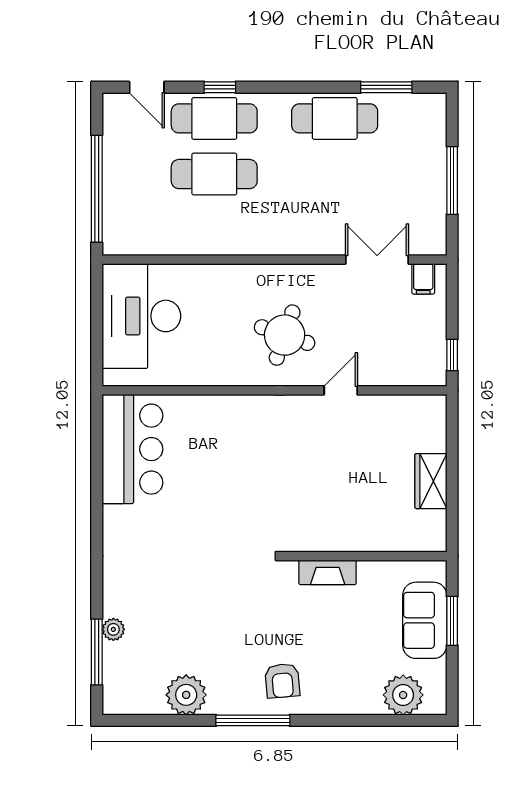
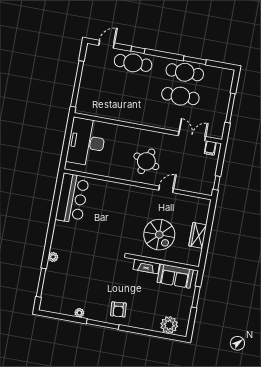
door: (147, 87) -> (107, 44), swing flipped
window: (386, 87) -> (195, 60), moved
cafe table: (214, 174) -> (180, 96), moved
spiral stairs: (344, 495) -> (159, 235), added
sofa: (425, 620) -> (175, 276), moved, turned -90
plant: (113, 629) -> (53, 257), moved
plant: (186, 695) -> (79, 313), width x0.53, depth x0.53

